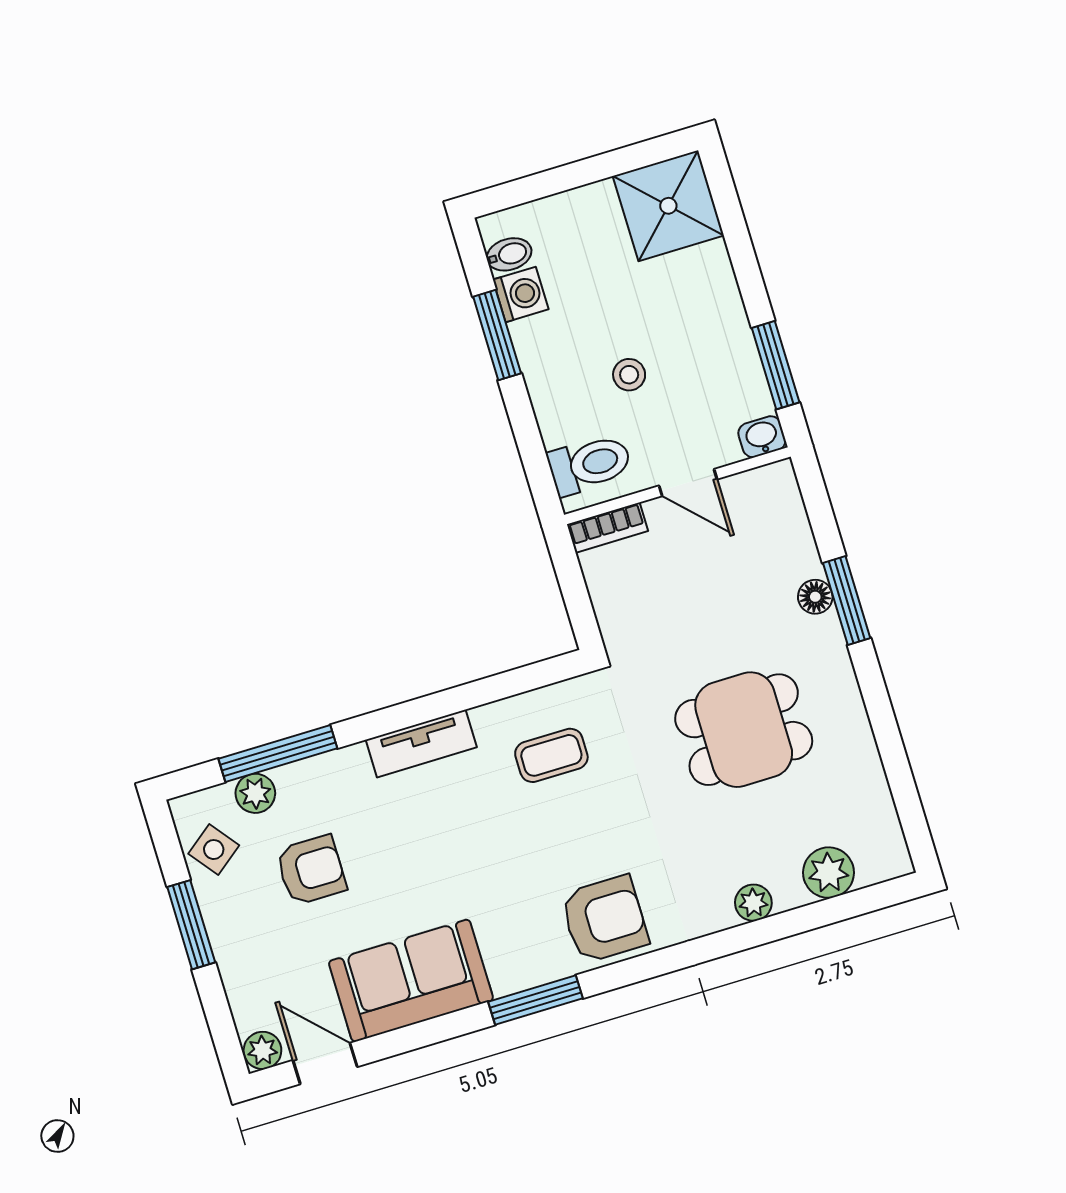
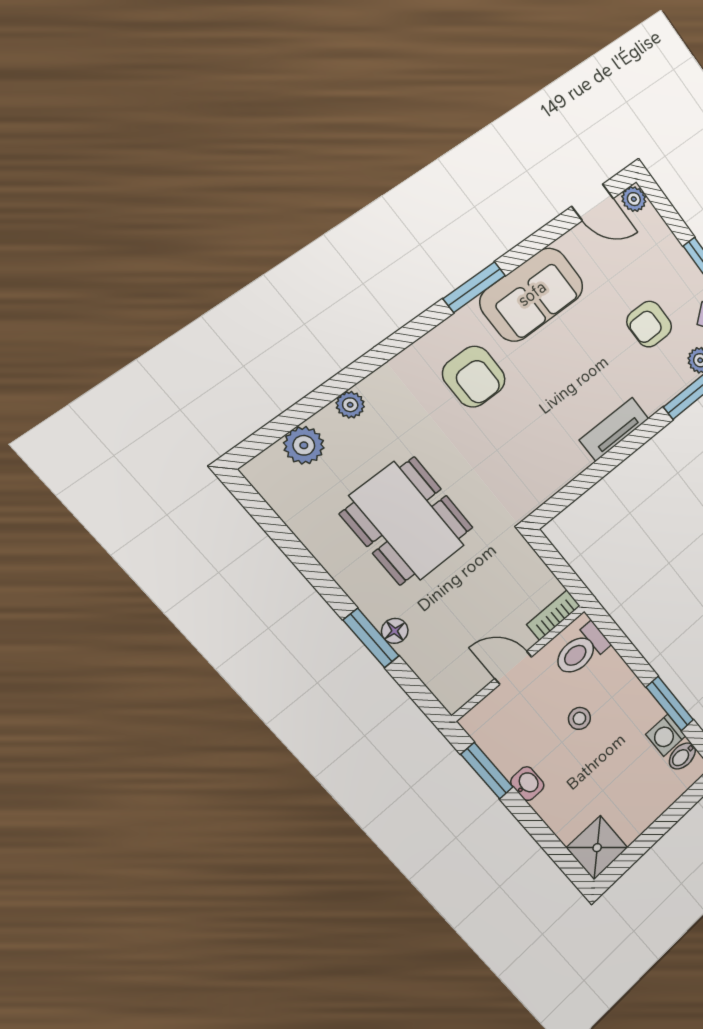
shower: (668, 206) -> (597, 848), width x0.73, depth x0.73
washbasin: (762, 437) -> (527, 784), moved, turned -90
dining table: (744, 730) -> (407, 521), width x1.38
coffee table: (551, 755) -> (530, 453), removed
armchair: (604, 919) -> (474, 377), moved, turned -90
sofa: (411, 981) -> (532, 294), moved

